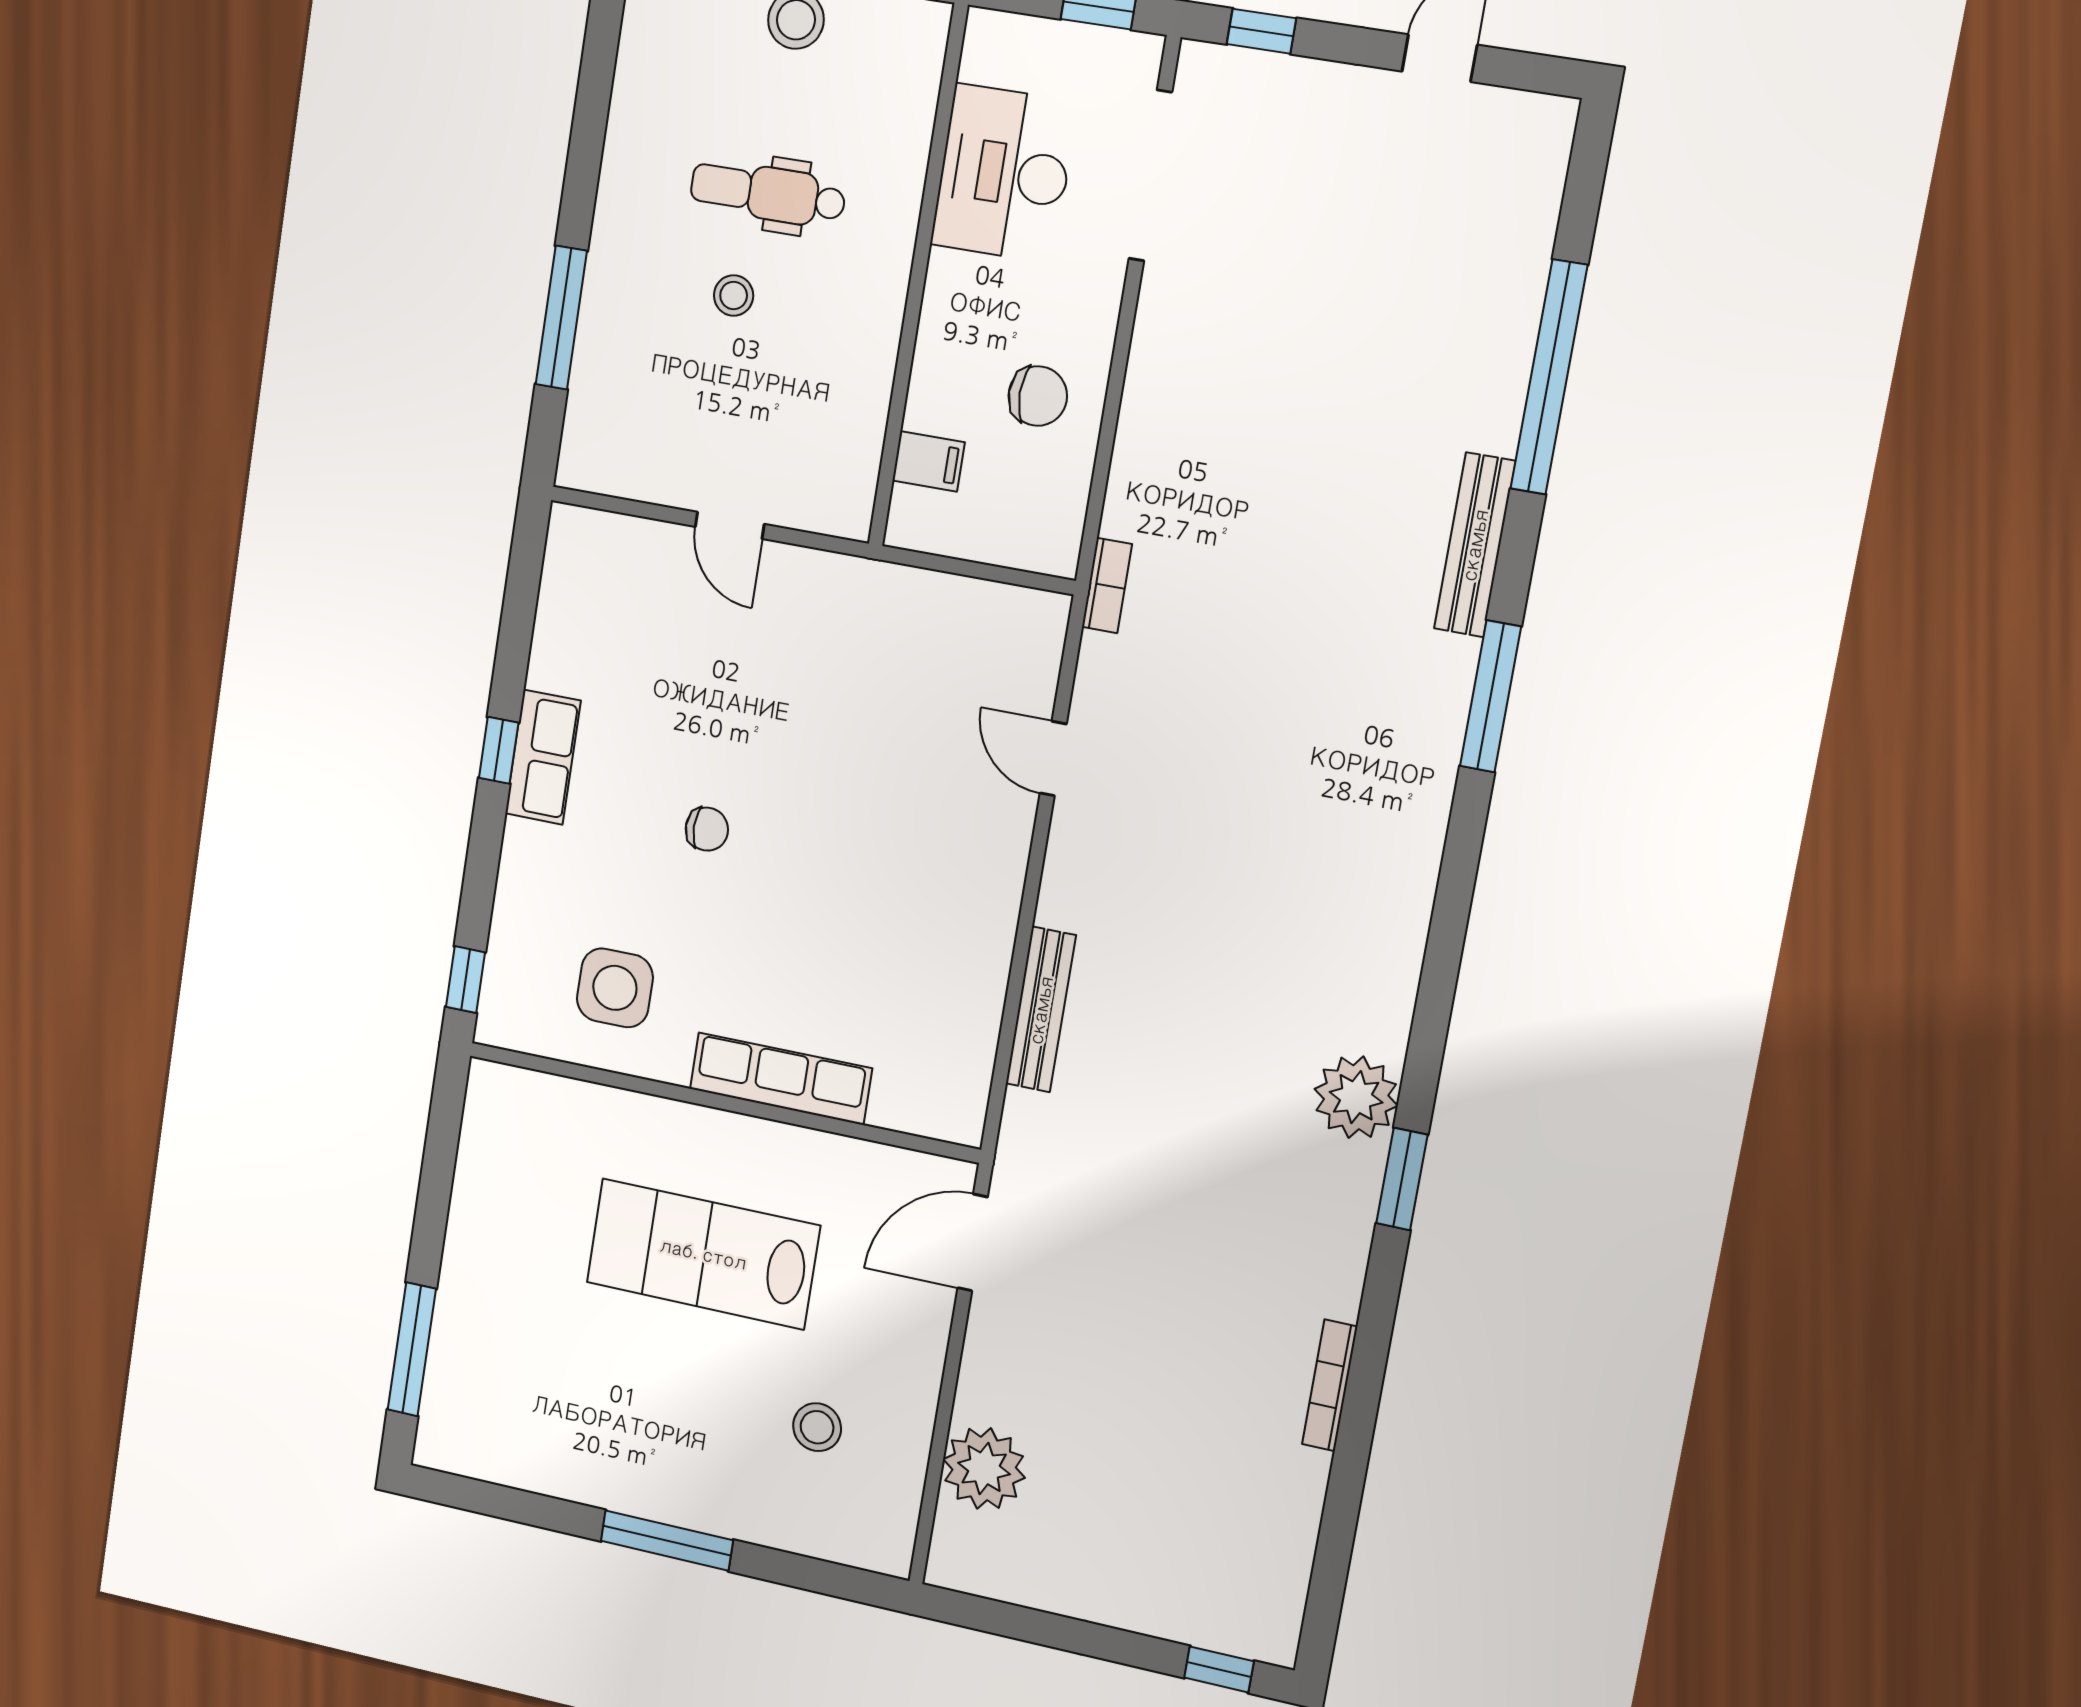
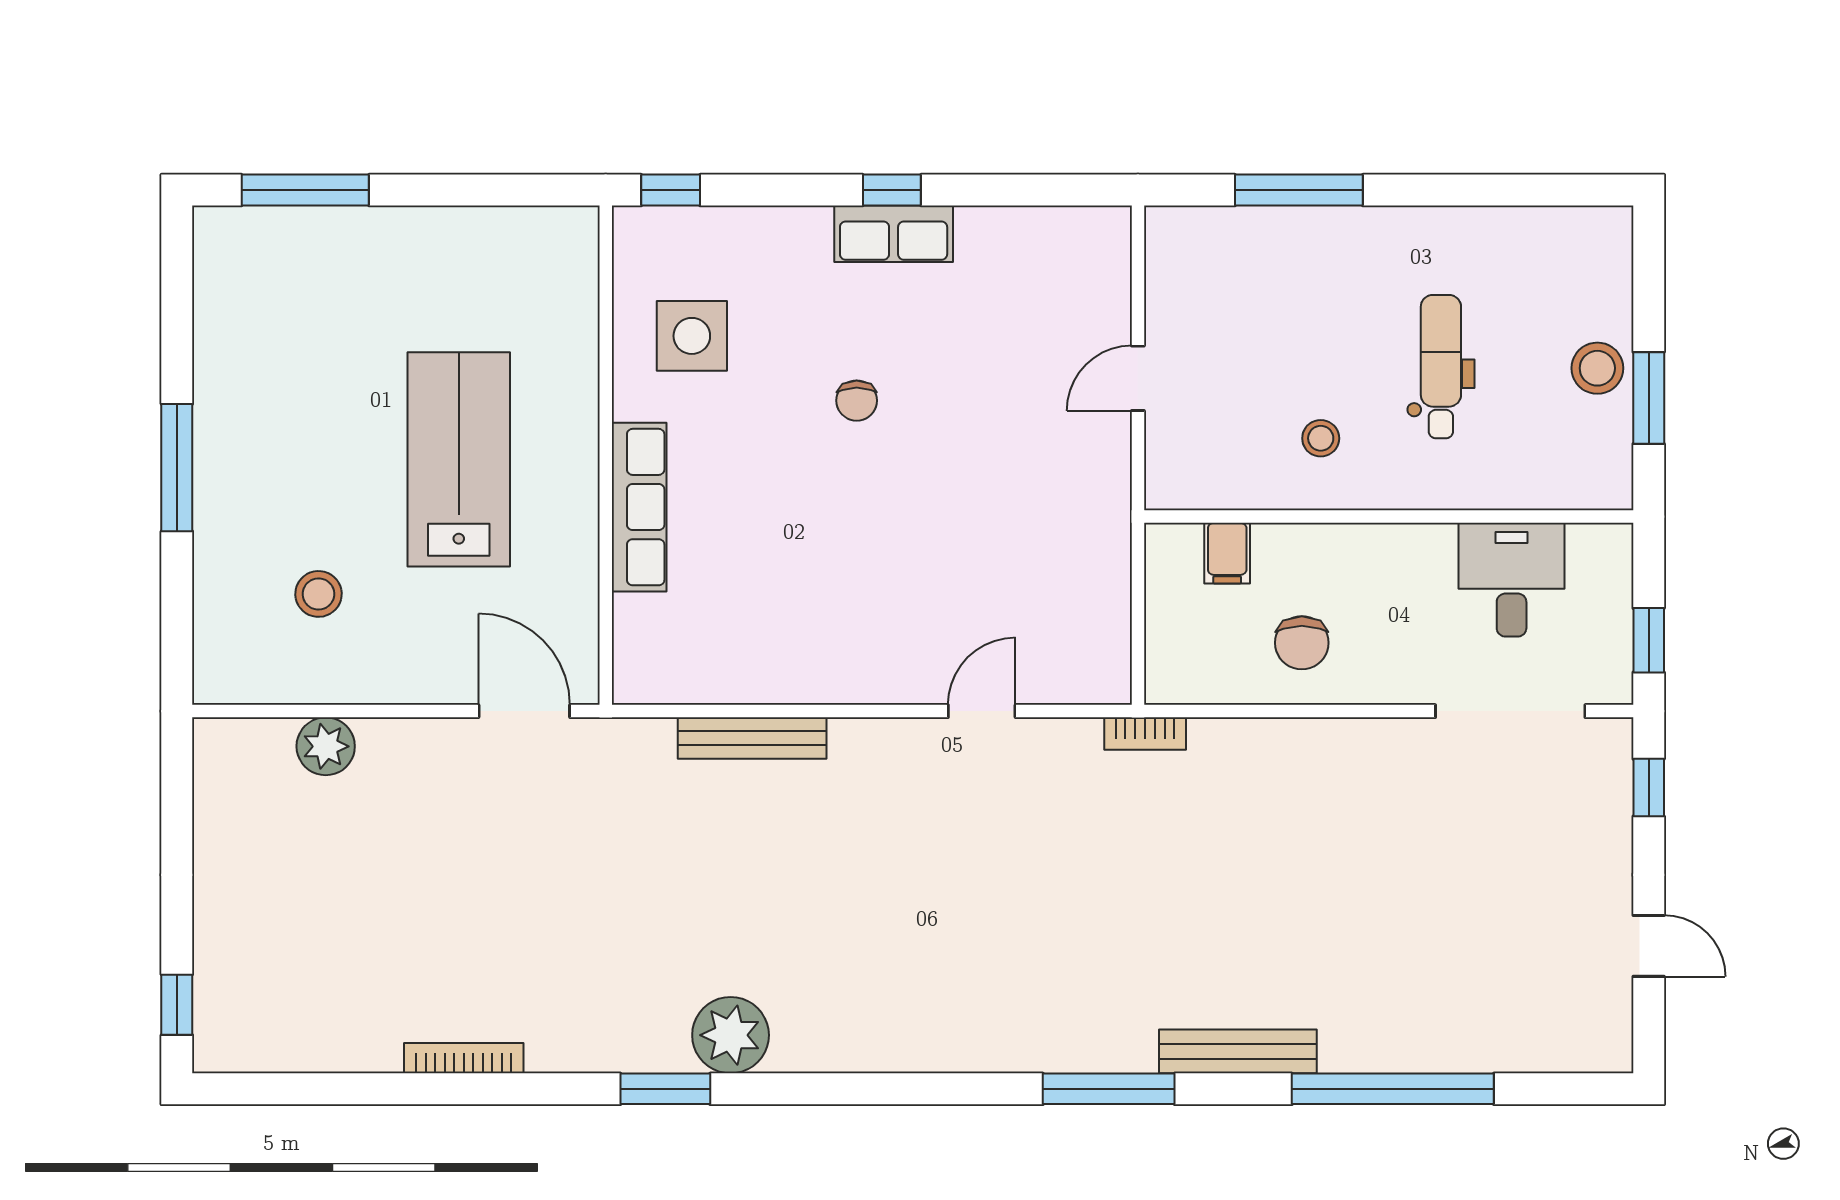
desk: (1004, 173) -> (1512, 580), width x0.73
stool: (734, 295) -> (1321, 438), moved
plant: (984, 1468) -> (326, 746), width x0.73, depth x0.73

